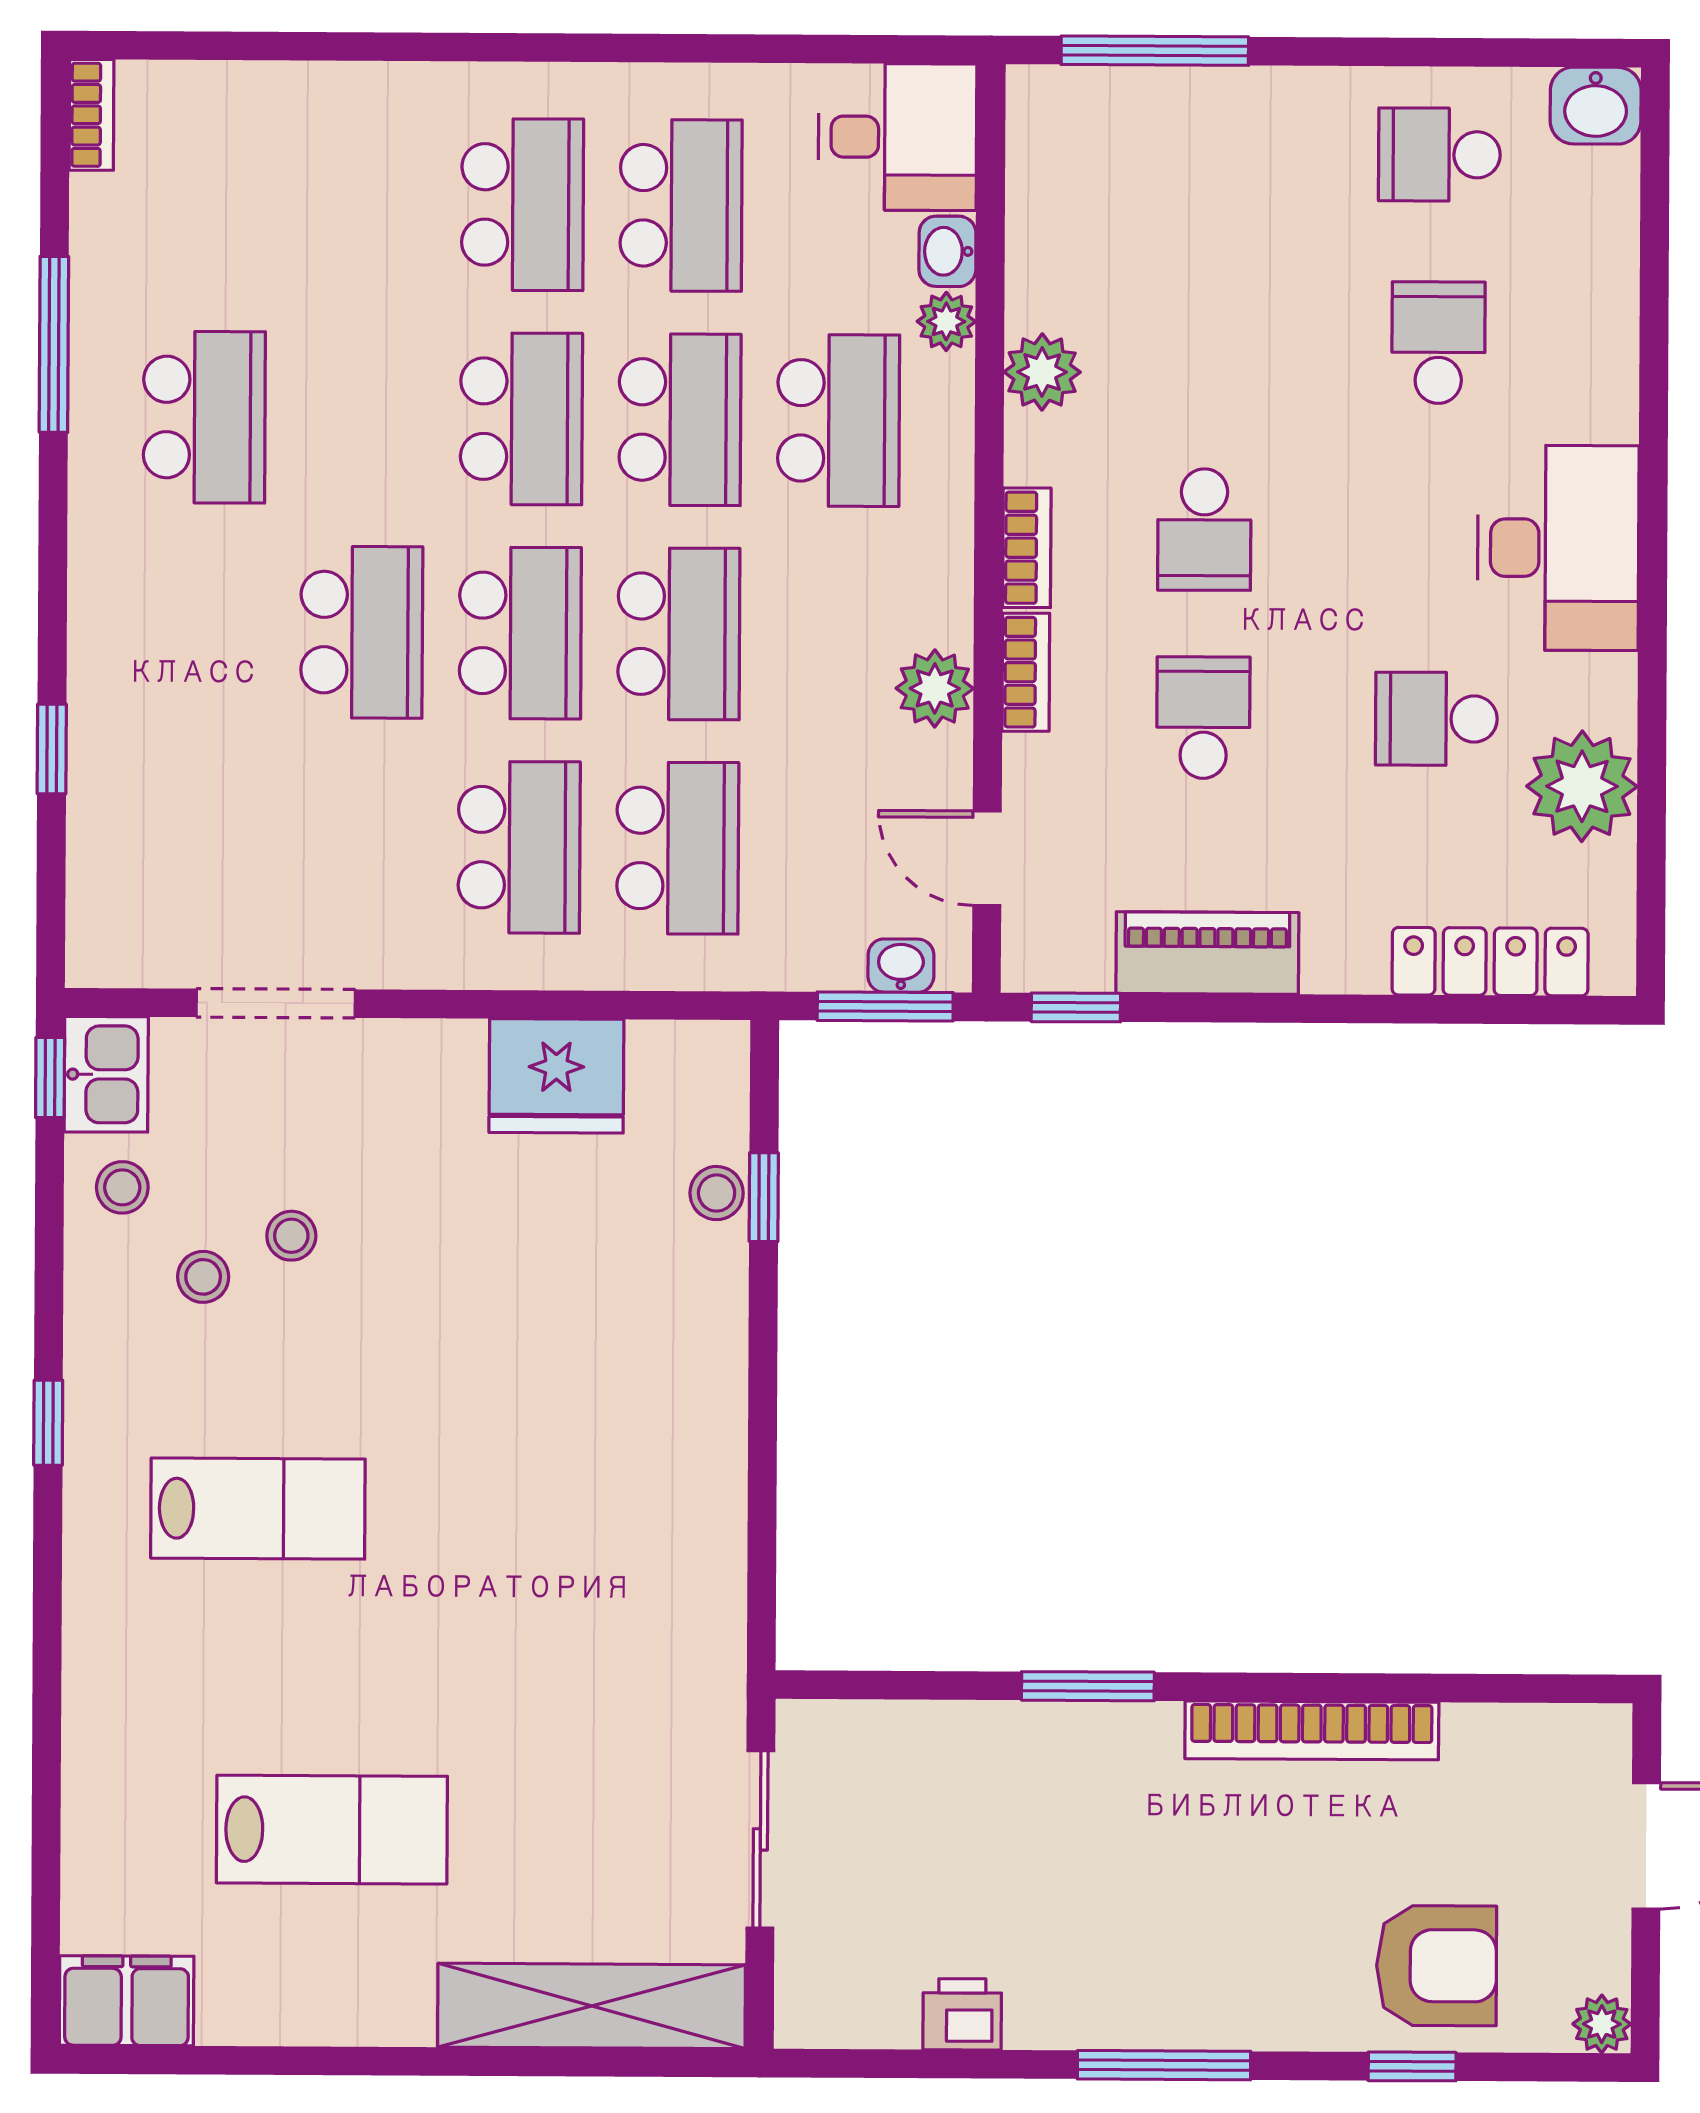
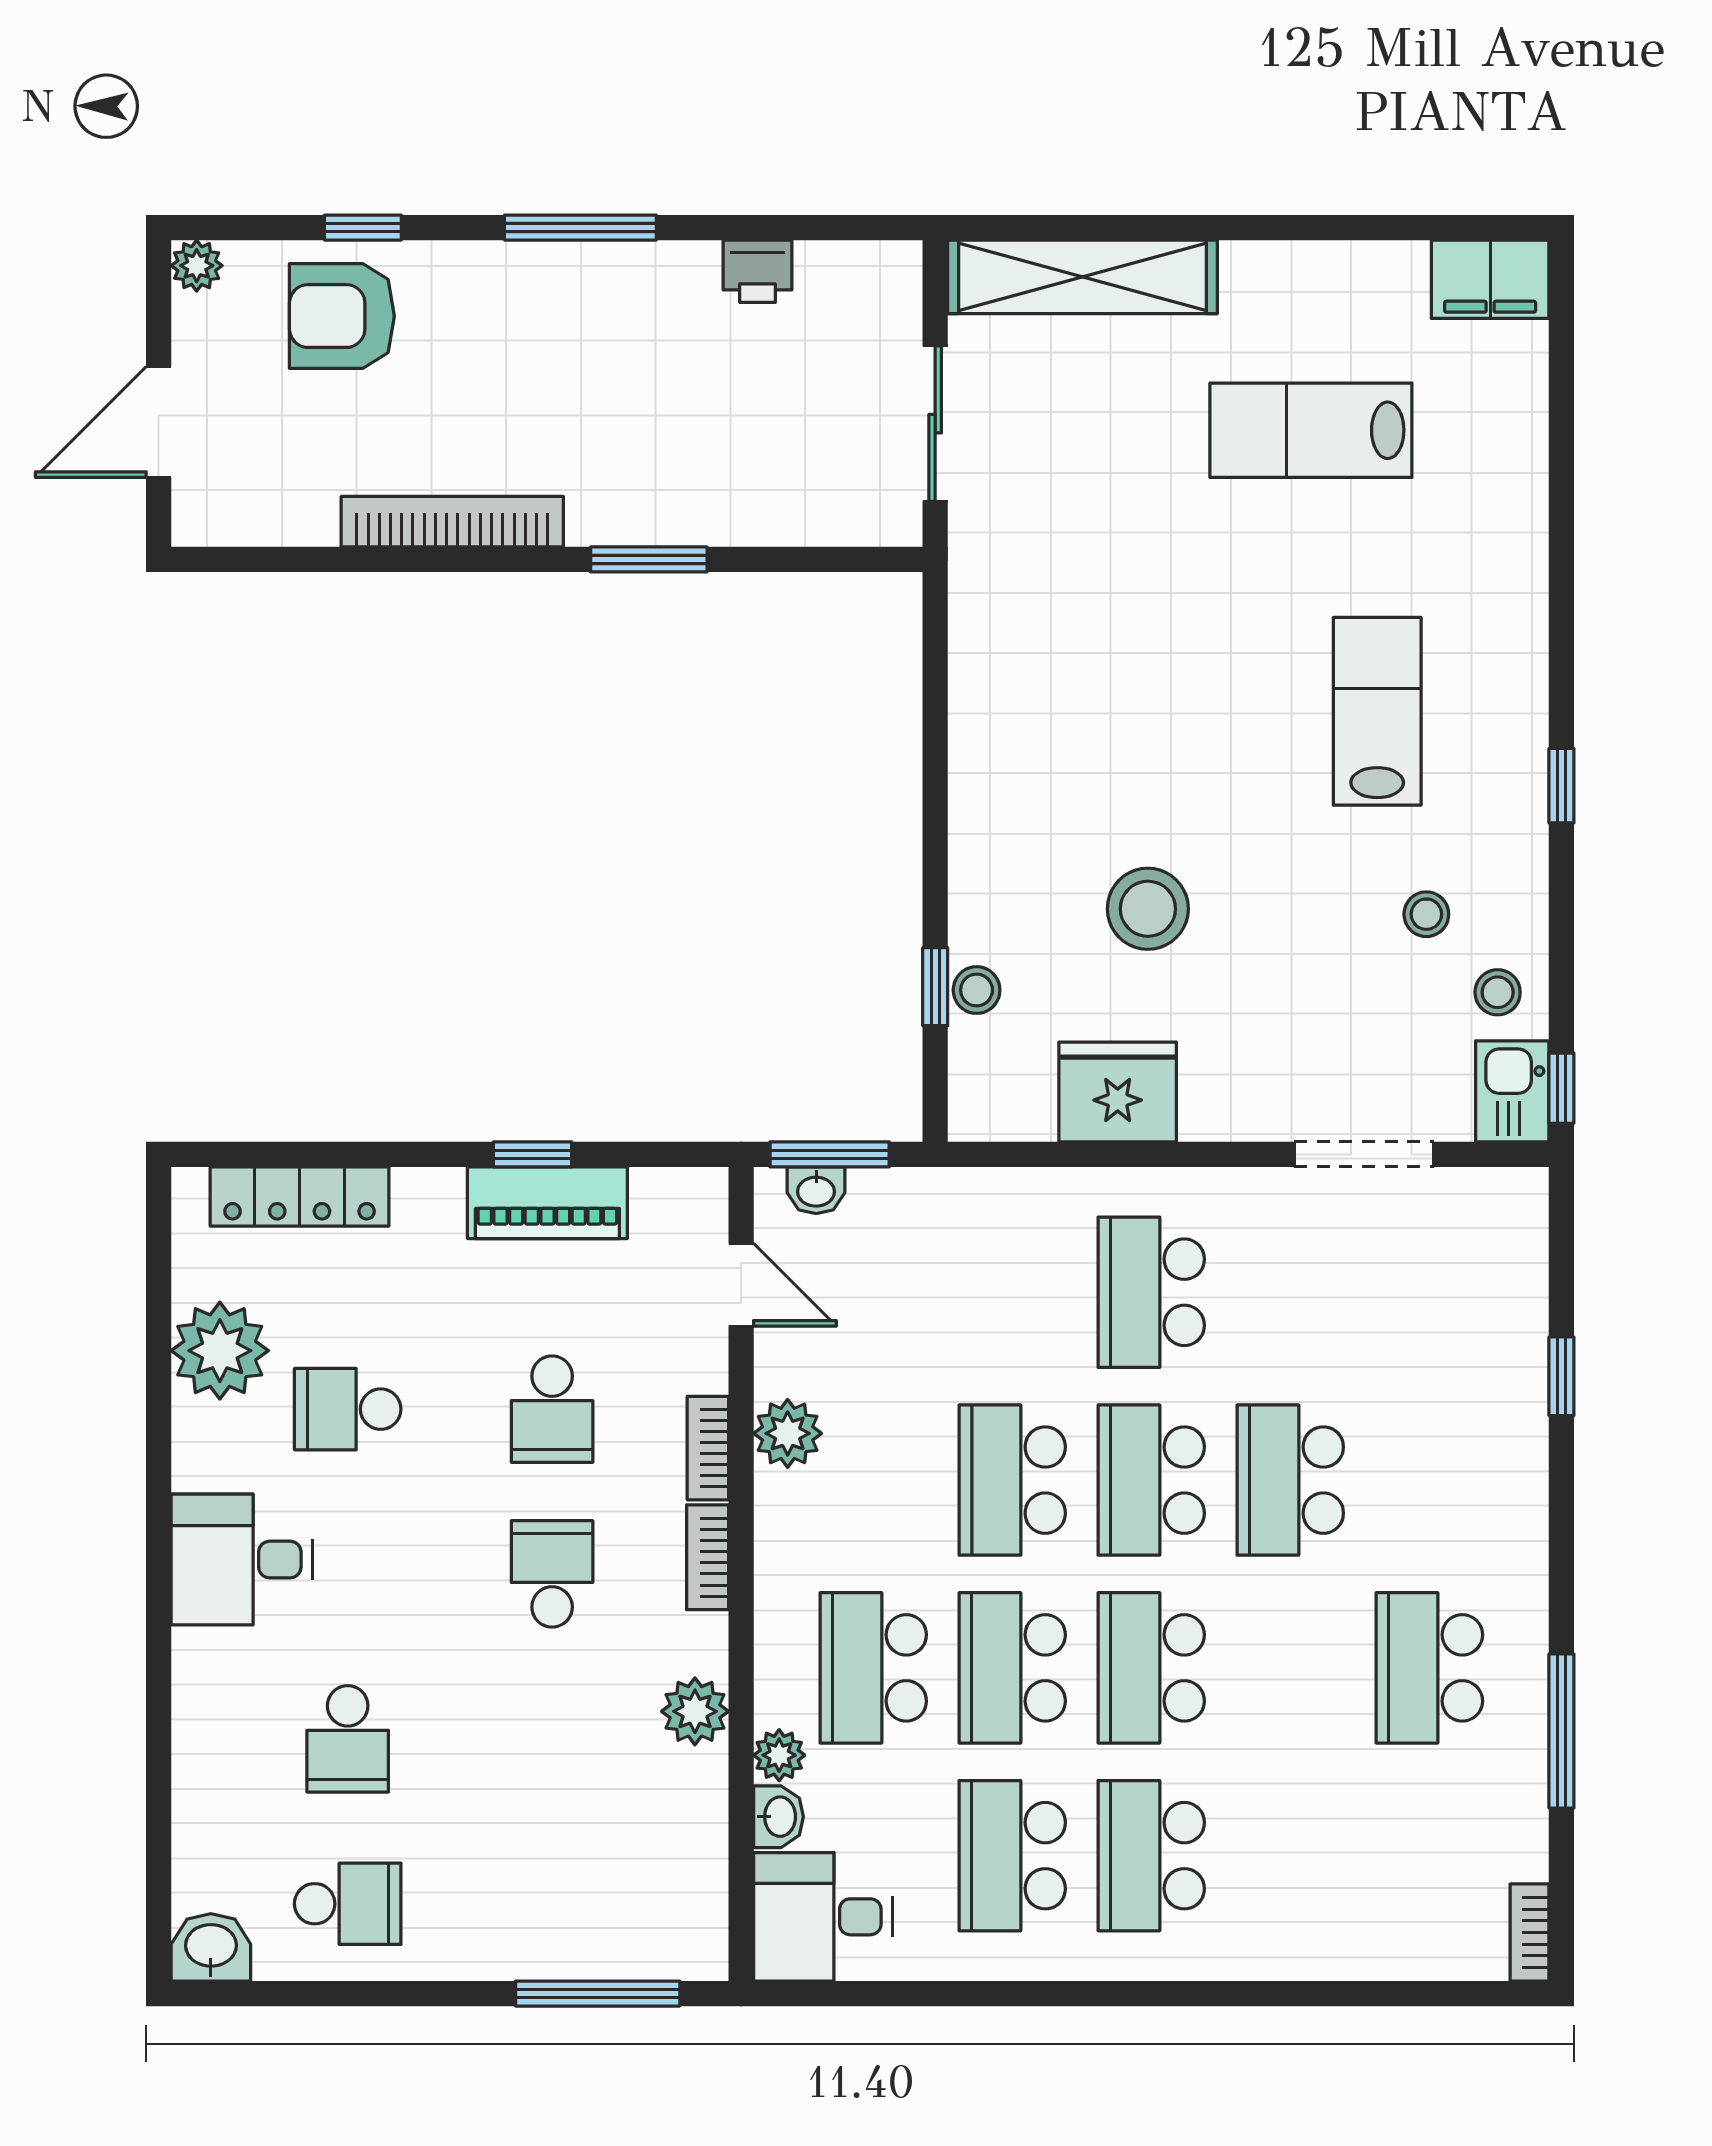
desk: (1558, 548) -> (242, 1560), width x0.73
school desk: (1436, 719) -> (348, 1409), turned 180
school desk: (678, 848) -> (1012, 1292), removed
window: (1076, 1007) -> (533, 1154), moved
stool: (291, 1236) -> (1148, 909), moved, width x1.89, depth x1.89
lab bench: (258, 1509) -> (1377, 711), turned 90

